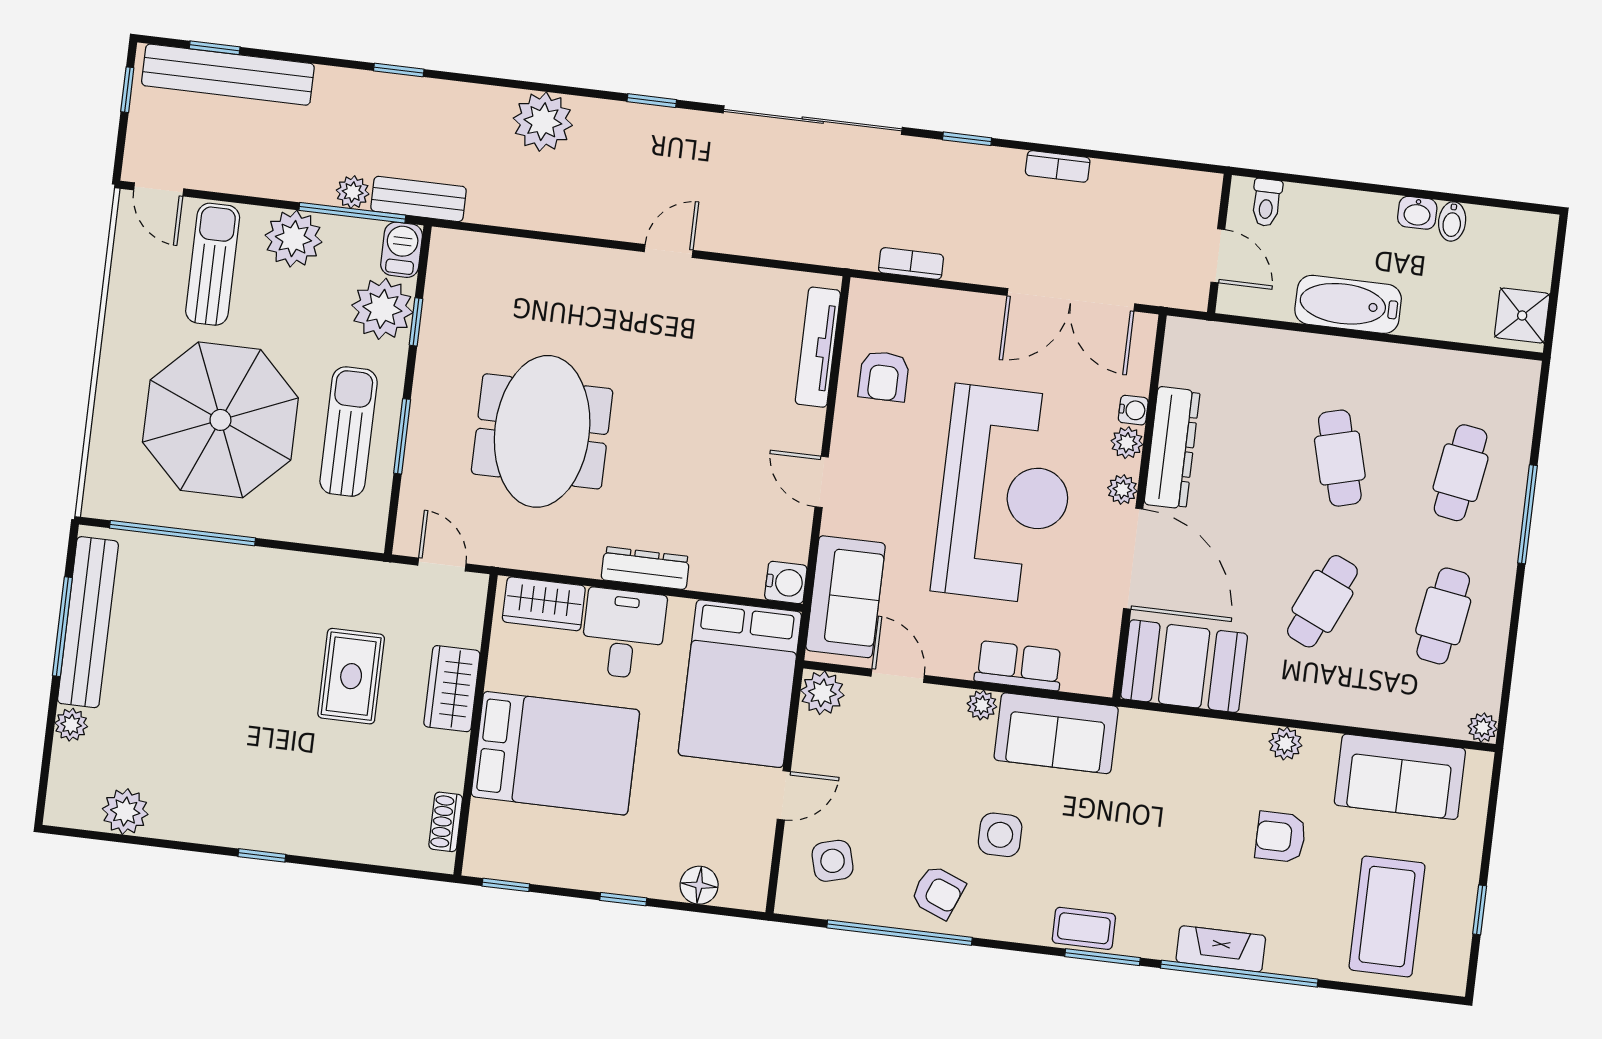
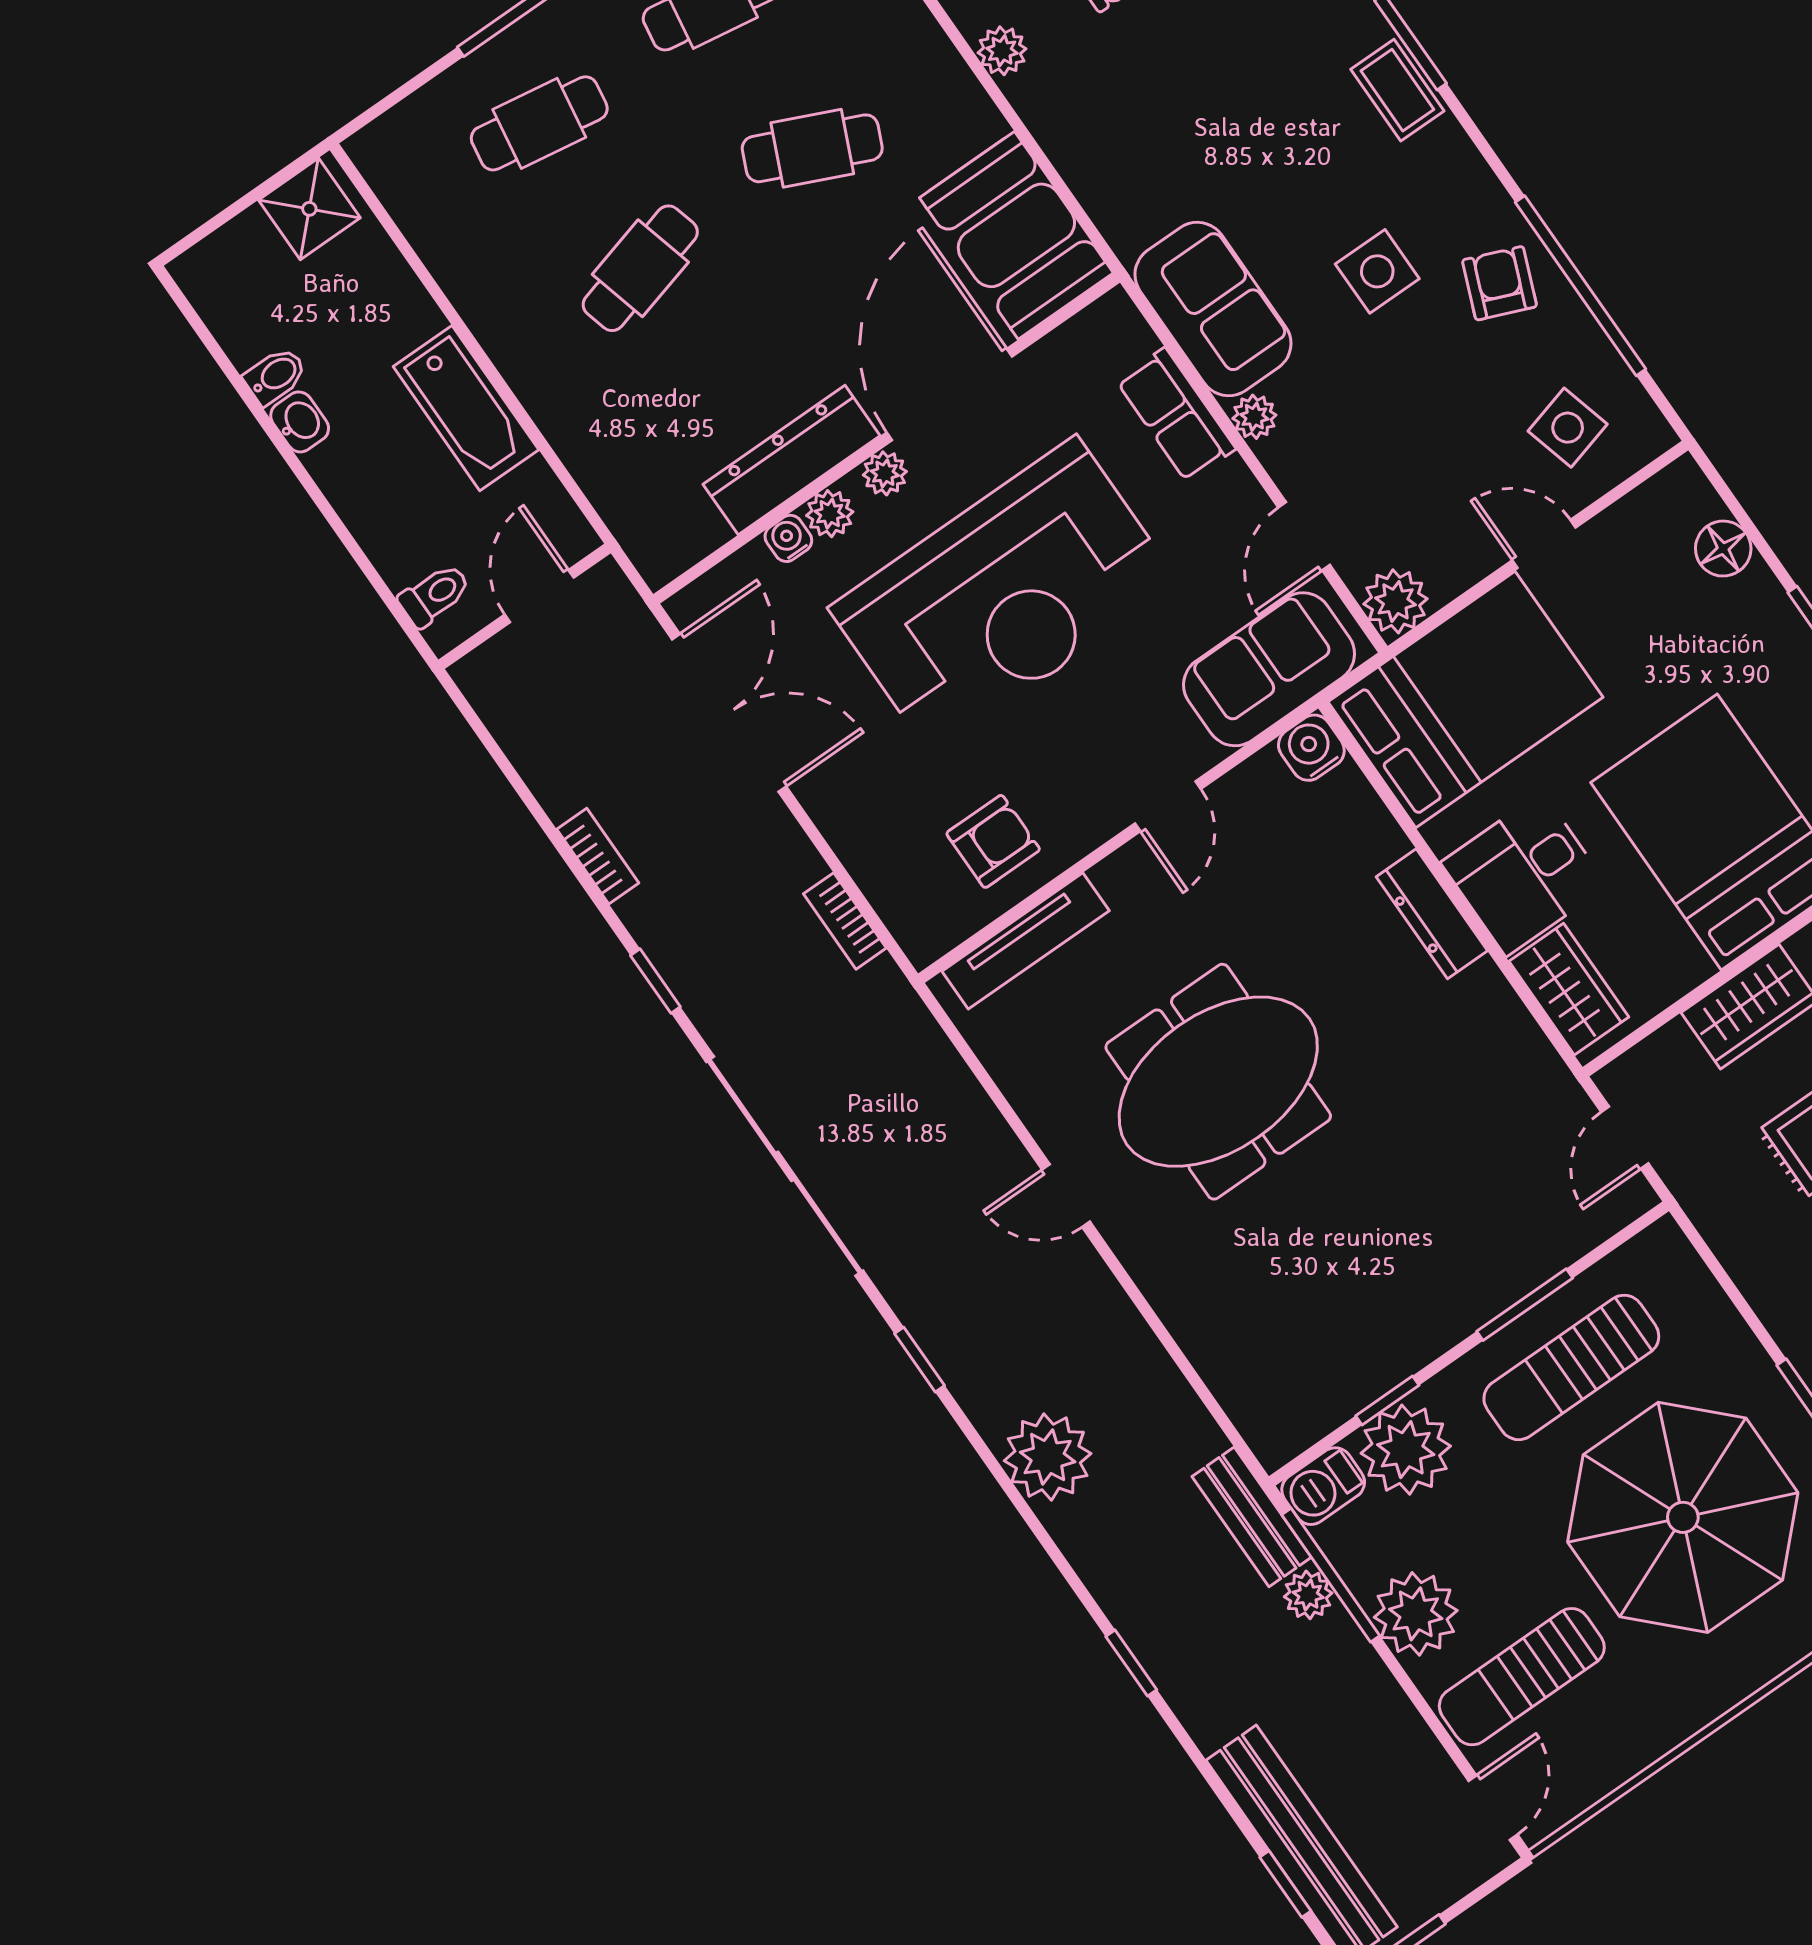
meeting table: (542, 431) -> (1218, 1082), moved
reception desk: (1005, 495) -> (1004, 596), turned 180

